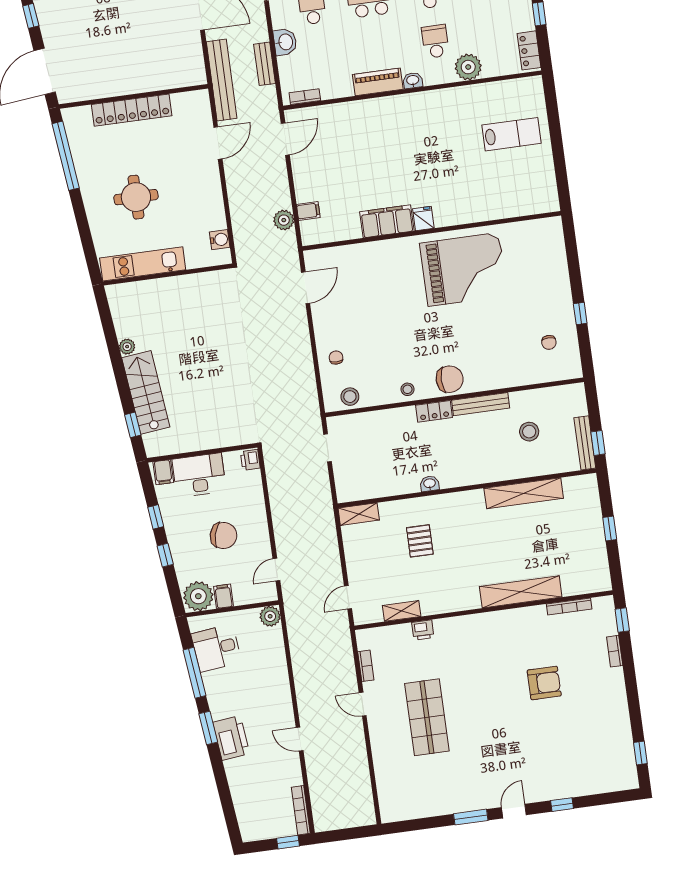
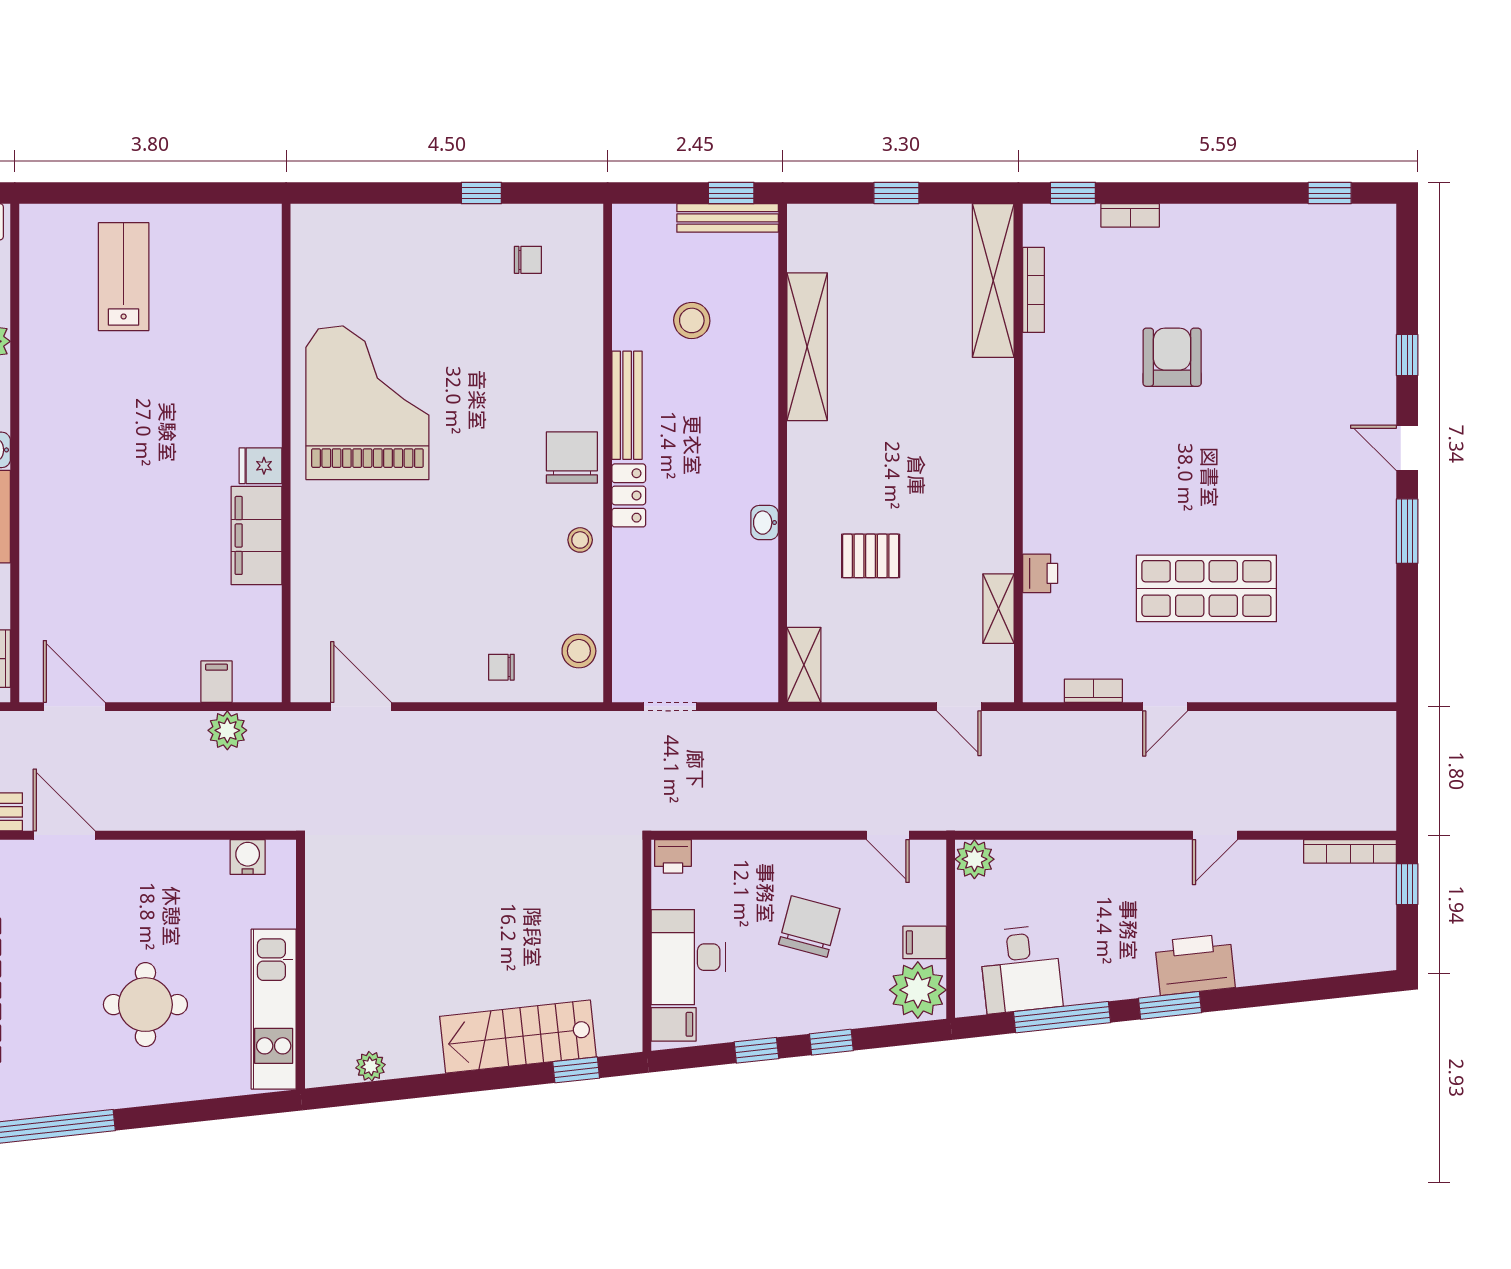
plant: (127, 347) -> (371, 1066), moved
shelving: (521, 592) -> (993, 281), moved

